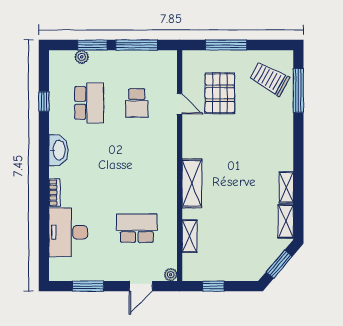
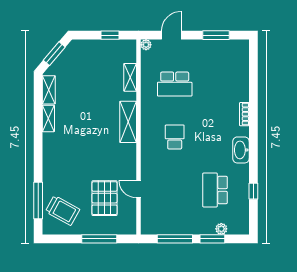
school desk: (137, 103) -> (175, 137), moved
desk: (68, 232) -> (233, 81), removed

